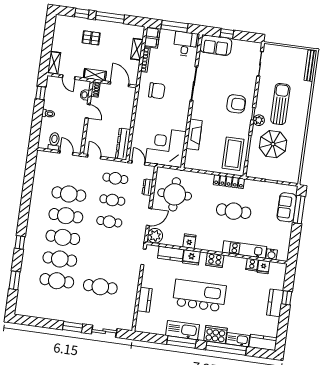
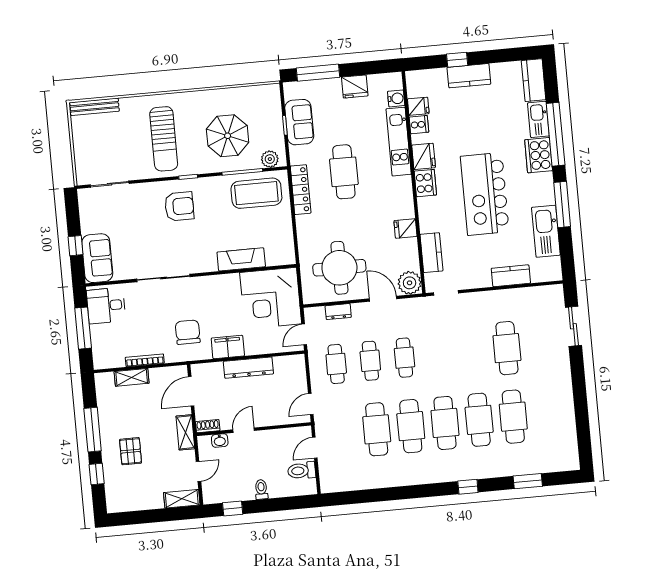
filing cabinet: (152, 38) -> (228, 347), moved
armchair: (236, 104) -> (179, 206), turned 90
sun lounger: (280, 104) -> (164, 139), turned -90
plant: (259, 120) -> (270, 159), moved
dresser: (123, 144) -> (248, 368), moved
sofa: (287, 207) -> (299, 122), moved, turned -90
fridge: (285, 230) -> (355, 87), added
fridge: (191, 257) -> (424, 156), moved
window: (73, 327) -> (578, 376), removed
kitchen sink: (183, 330) -> (546, 231), moved

